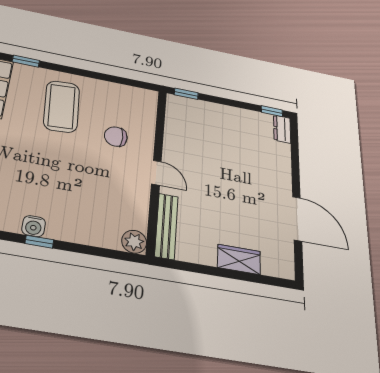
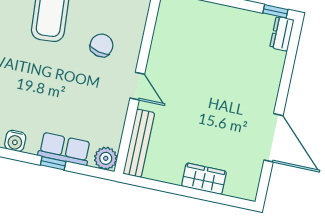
chair: (116, 137) -> (101, 45), turned 103
row of seats: (89, 233) -> (64, 149), added
window: (39, 242) -> (53, 163), moved

